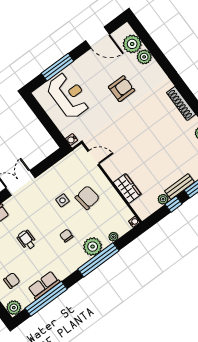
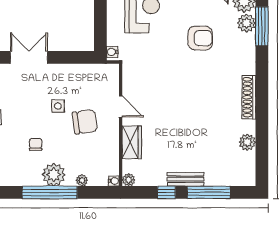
window: (156, 52) -> (262, 26), added
door: (93, 158) -> (121, 106), moved
plant: (163, 199) -> (129, 180), moved

